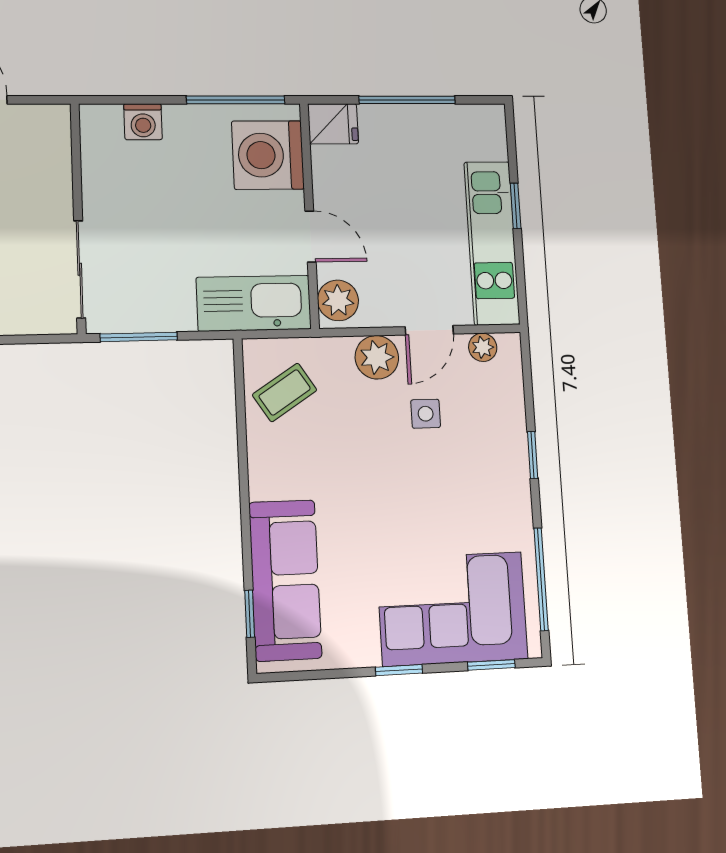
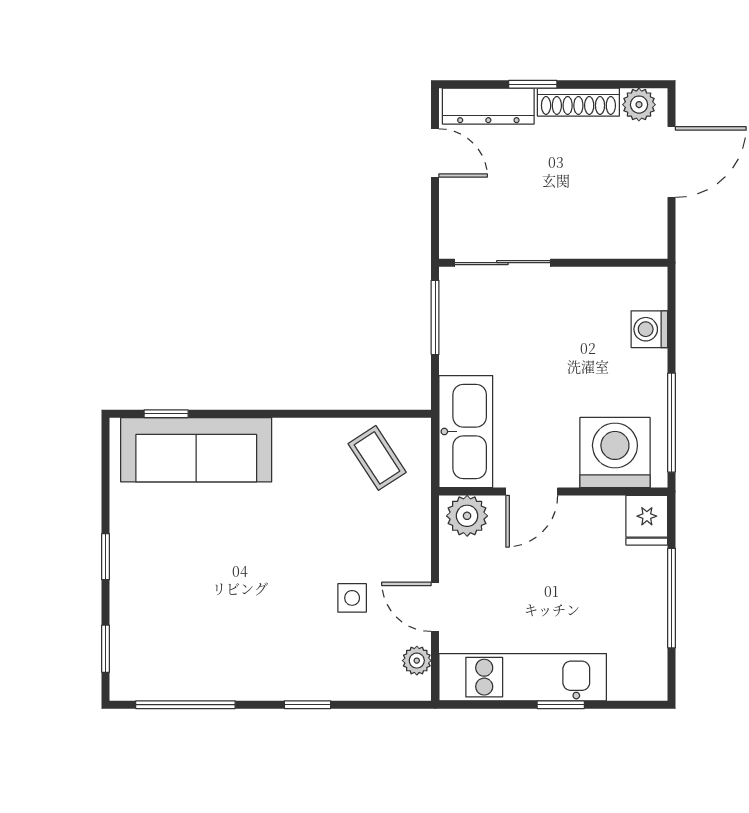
plant: (377, 357) -> (409, 552), removed
corner sofa: (452, 609) -> (161, 613), removed

